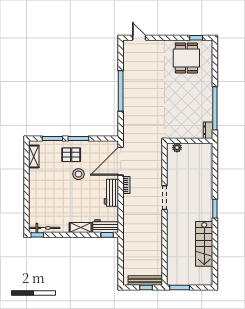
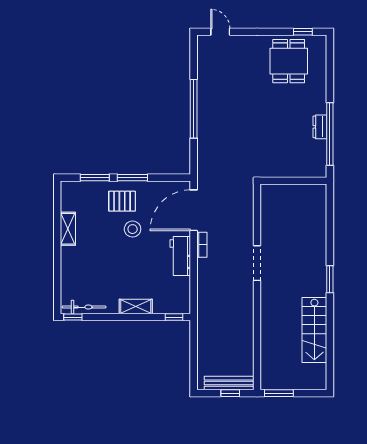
dresser: (208, 130) -> (320, 127), moved
plant: (177, 148) -> (275, 191), removed
shelving: (34, 157) -> (68, 229), moved
workbench: (106, 226) -> (172, 304), removed

